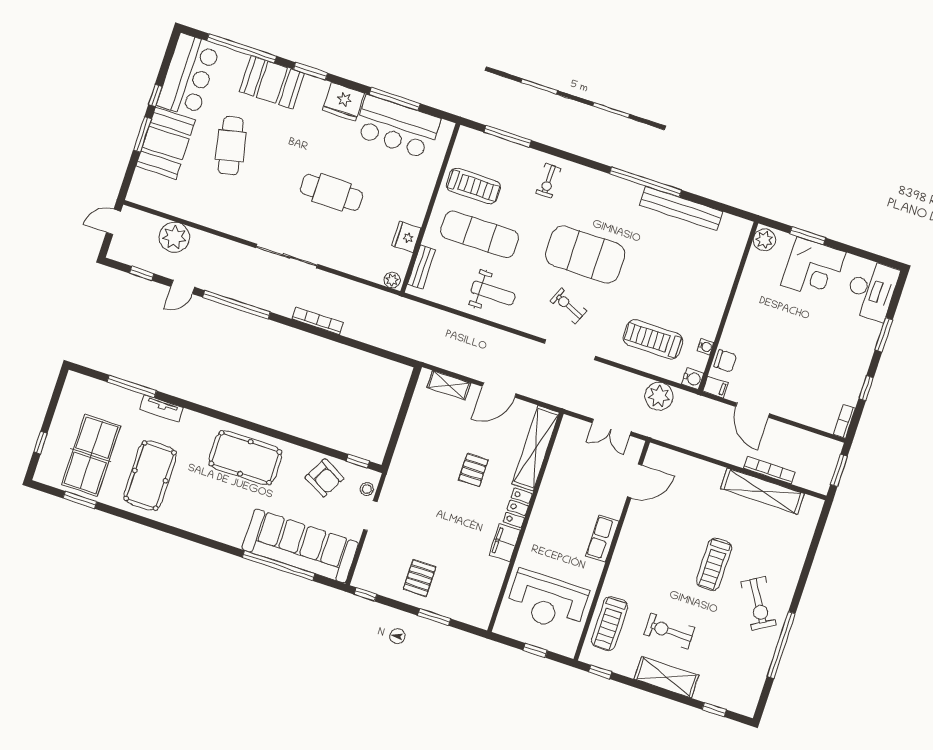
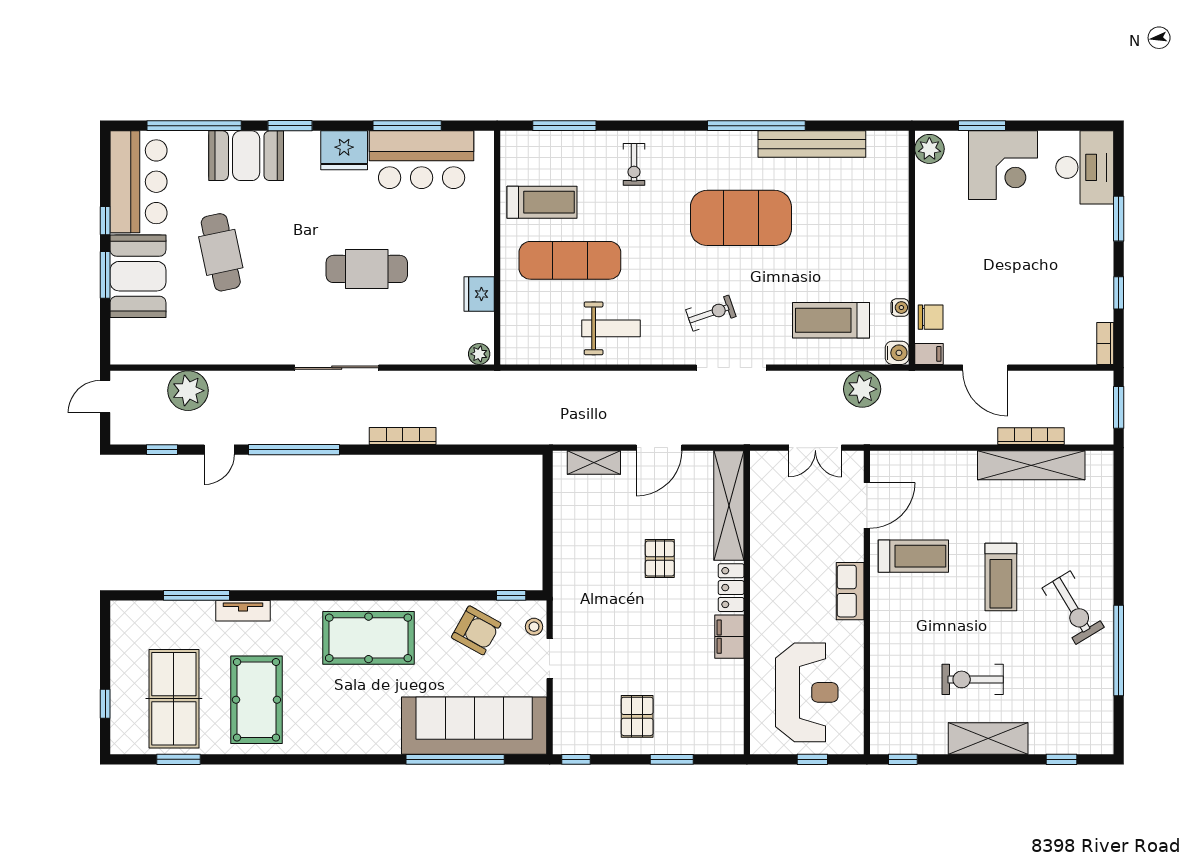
exercise mat: (585, 255) -> (741, 218), moved
bench: (422, 267) -> (511, 325), removed
exercise bike: (568, 306) -> (711, 313), turned 137
reception desk: (547, 601) -> (807, 692), turned -90
treadmill: (610, 624) -> (913, 556), moved, turned -90

